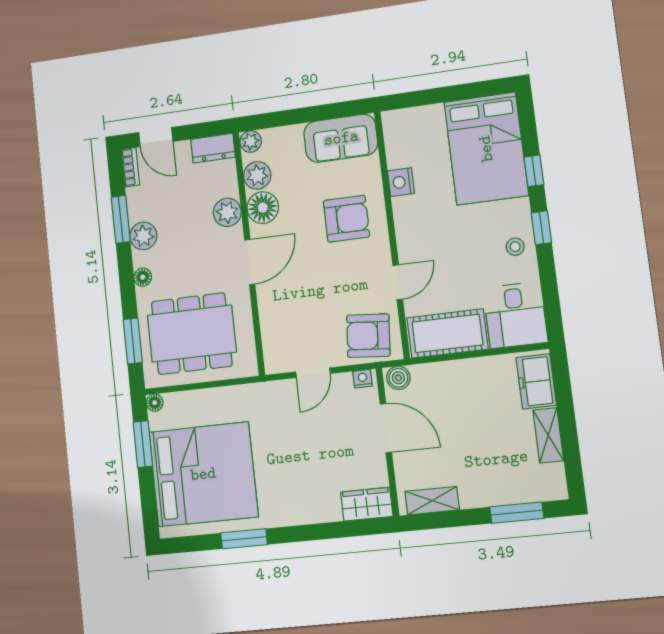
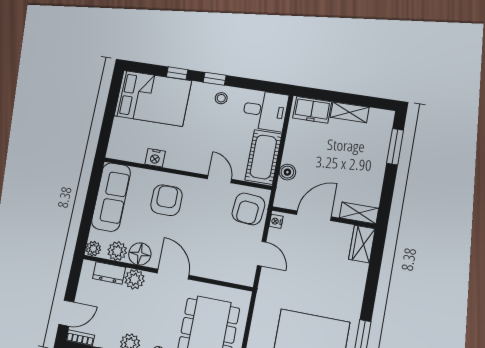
sofa: (341, 138) -> (111, 197), width x1.36
dresser: (213, 148) -> (109, 273), moved, turned 90
boiler: (398, 378) -> (287, 172), moved
shelving: (432, 501) -> (359, 213), moved, turned 90

